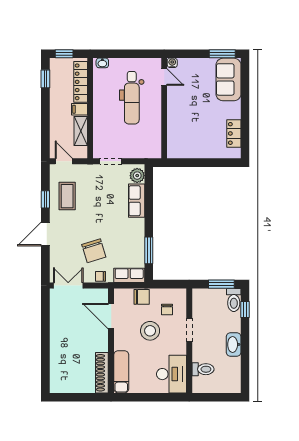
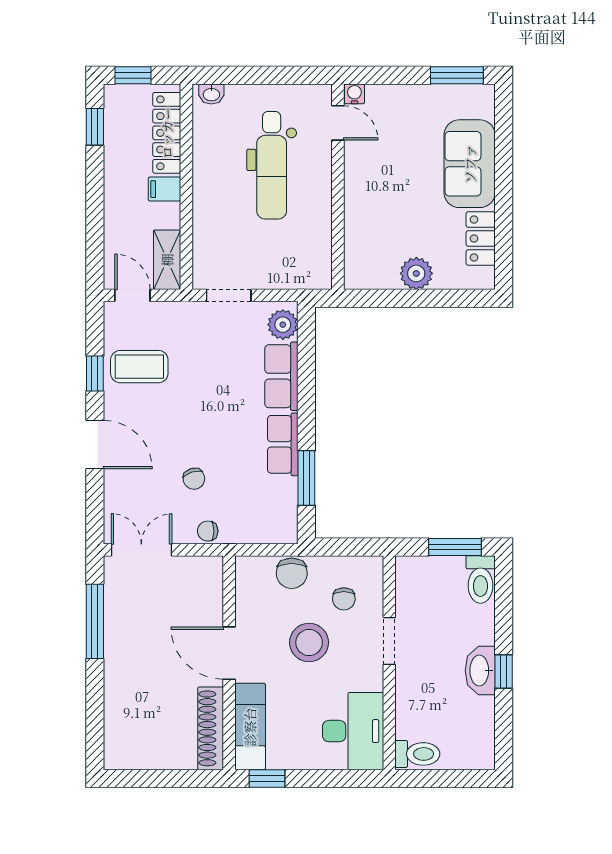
sofa: (228, 79) -> (470, 164), moved
shelving: (81, 131) -> (167, 260), moved
plant: (202, 151) -> (416, 273), added
coffee table: (67, 196) -> (139, 367), turned 90
door: (45, 234) -> (95, 445), swing flipped
chair: (94, 251) -> (194, 479), width x0.54, depth x0.54
row of seats: (129, 275) -> (283, 444), moved, turned -90
chair: (142, 297) -> (292, 573), turned 90
window: (245, 309) -> (504, 672), moved
door: (111, 316) -> (229, 653), moved
window: (45, 320) -> (95, 621), added
toilet: (203, 369) -> (417, 754), moved
window: (130, 397) -> (267, 778), added

